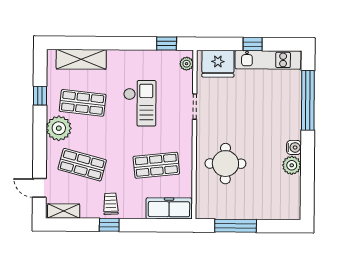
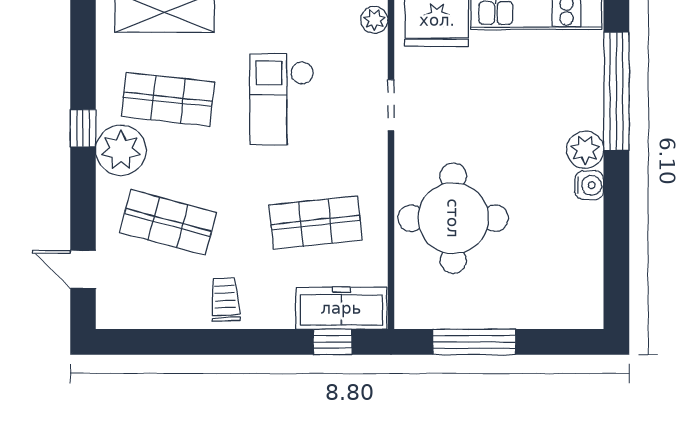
window: (40, 96) -> (83, 128), moved
checkout: (140, 103) -> (282, 99), turned 180
round table: (225, 164) -> (453, 218), width x1.36, depth x1.36
plant: (292, 165) -> (585, 150), moved
shelving: (64, 211) -> (132, 315), removed
window: (109, 225) -> (333, 342), moved

